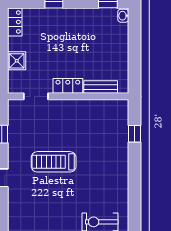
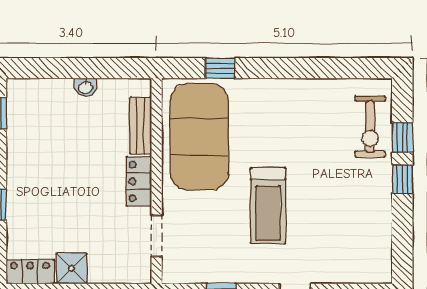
washbasin: (123, 16) -> (86, 87), moved
shower: (17, 61) -> (72, 268), moved
exercise mat: (94, 121) -> (199, 137), added

